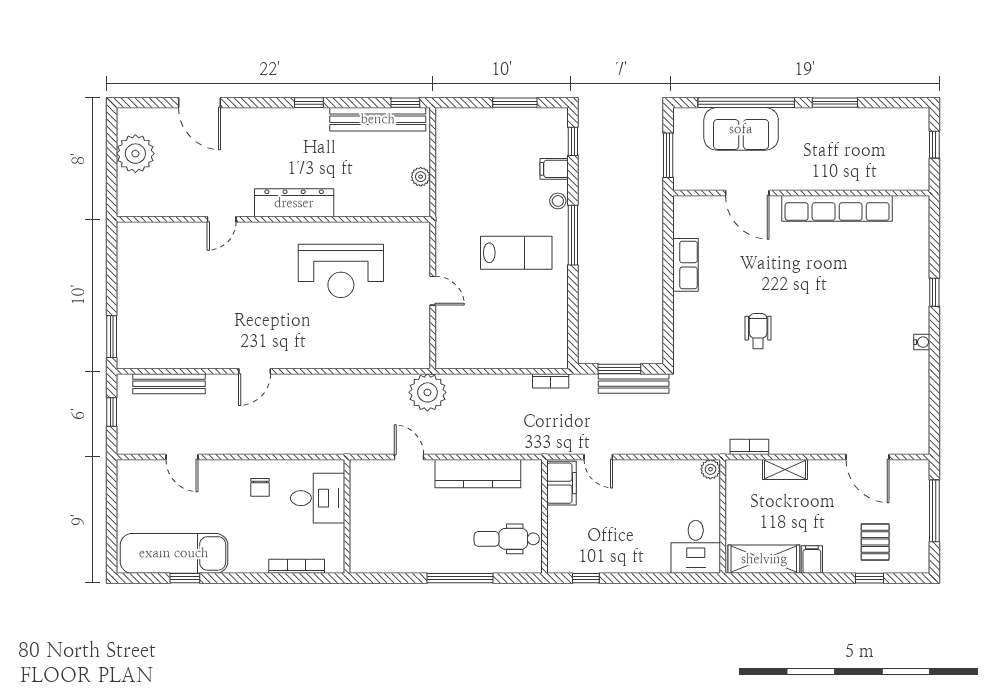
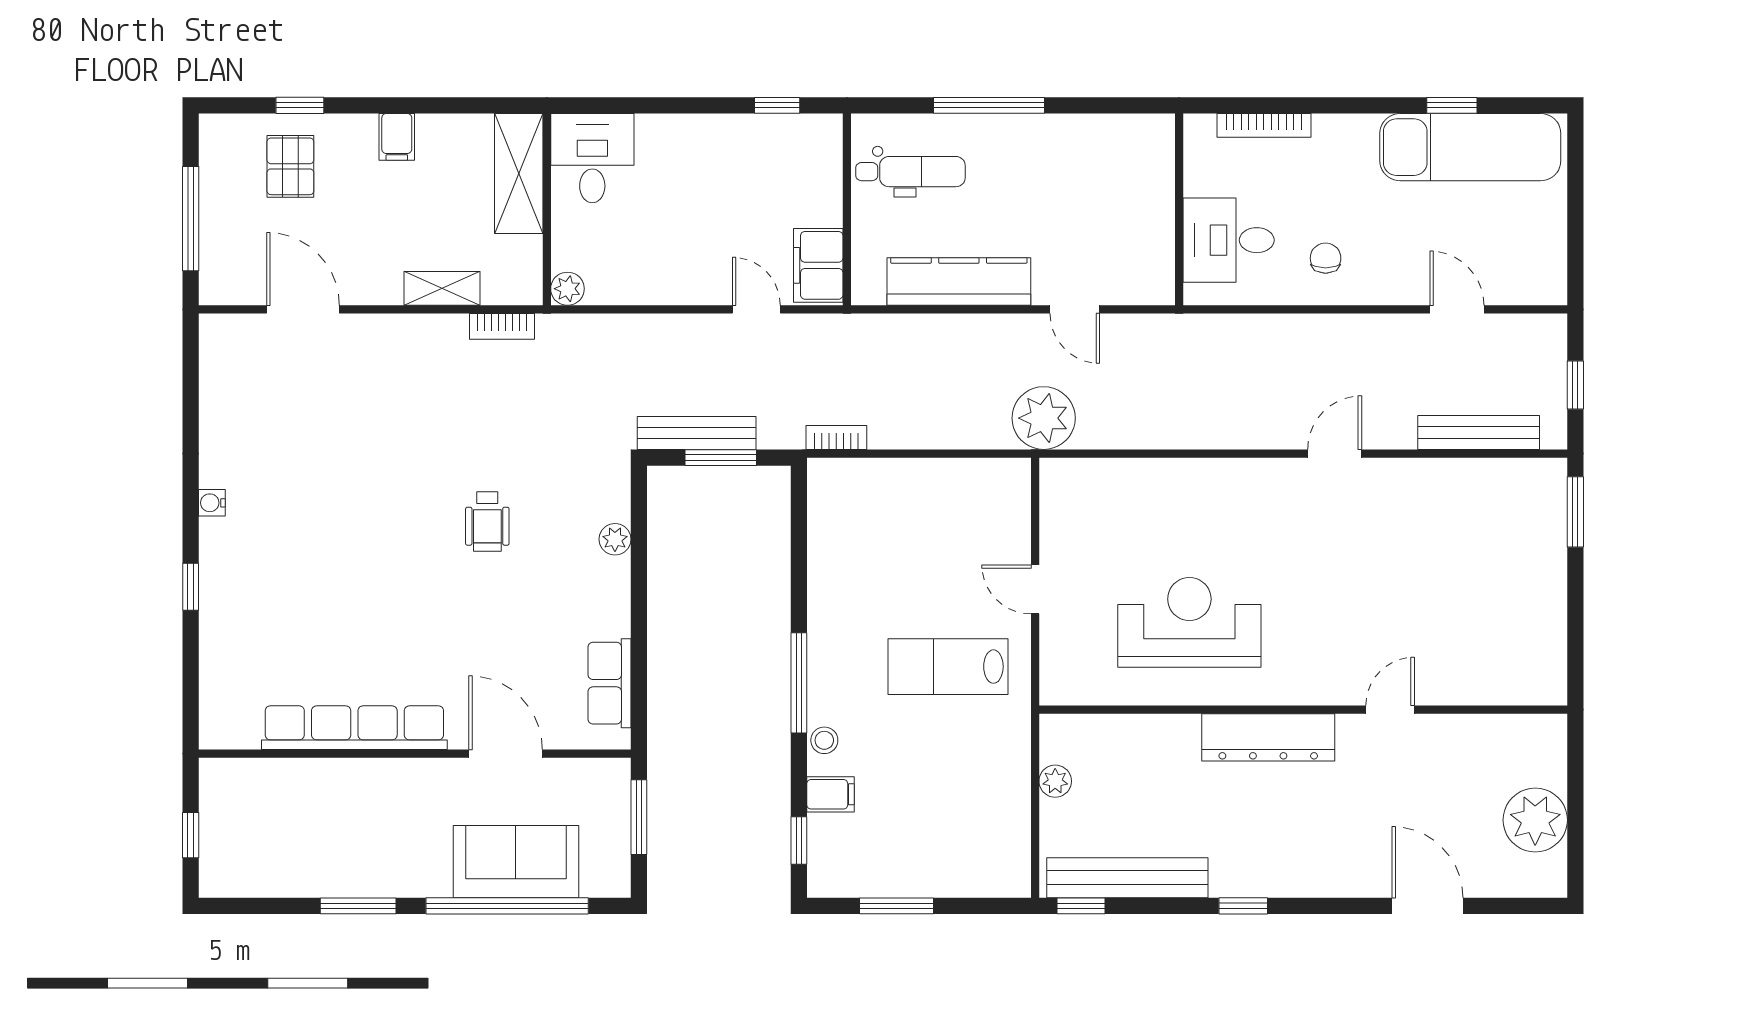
lab bench: (516, 253) -> (948, 667), moved
row of seats: (685, 265) -> (609, 683), moved
plant: (682, 320) -> (615, 539), added
shelving: (764, 559) -> (519, 173), moved, turned 90

